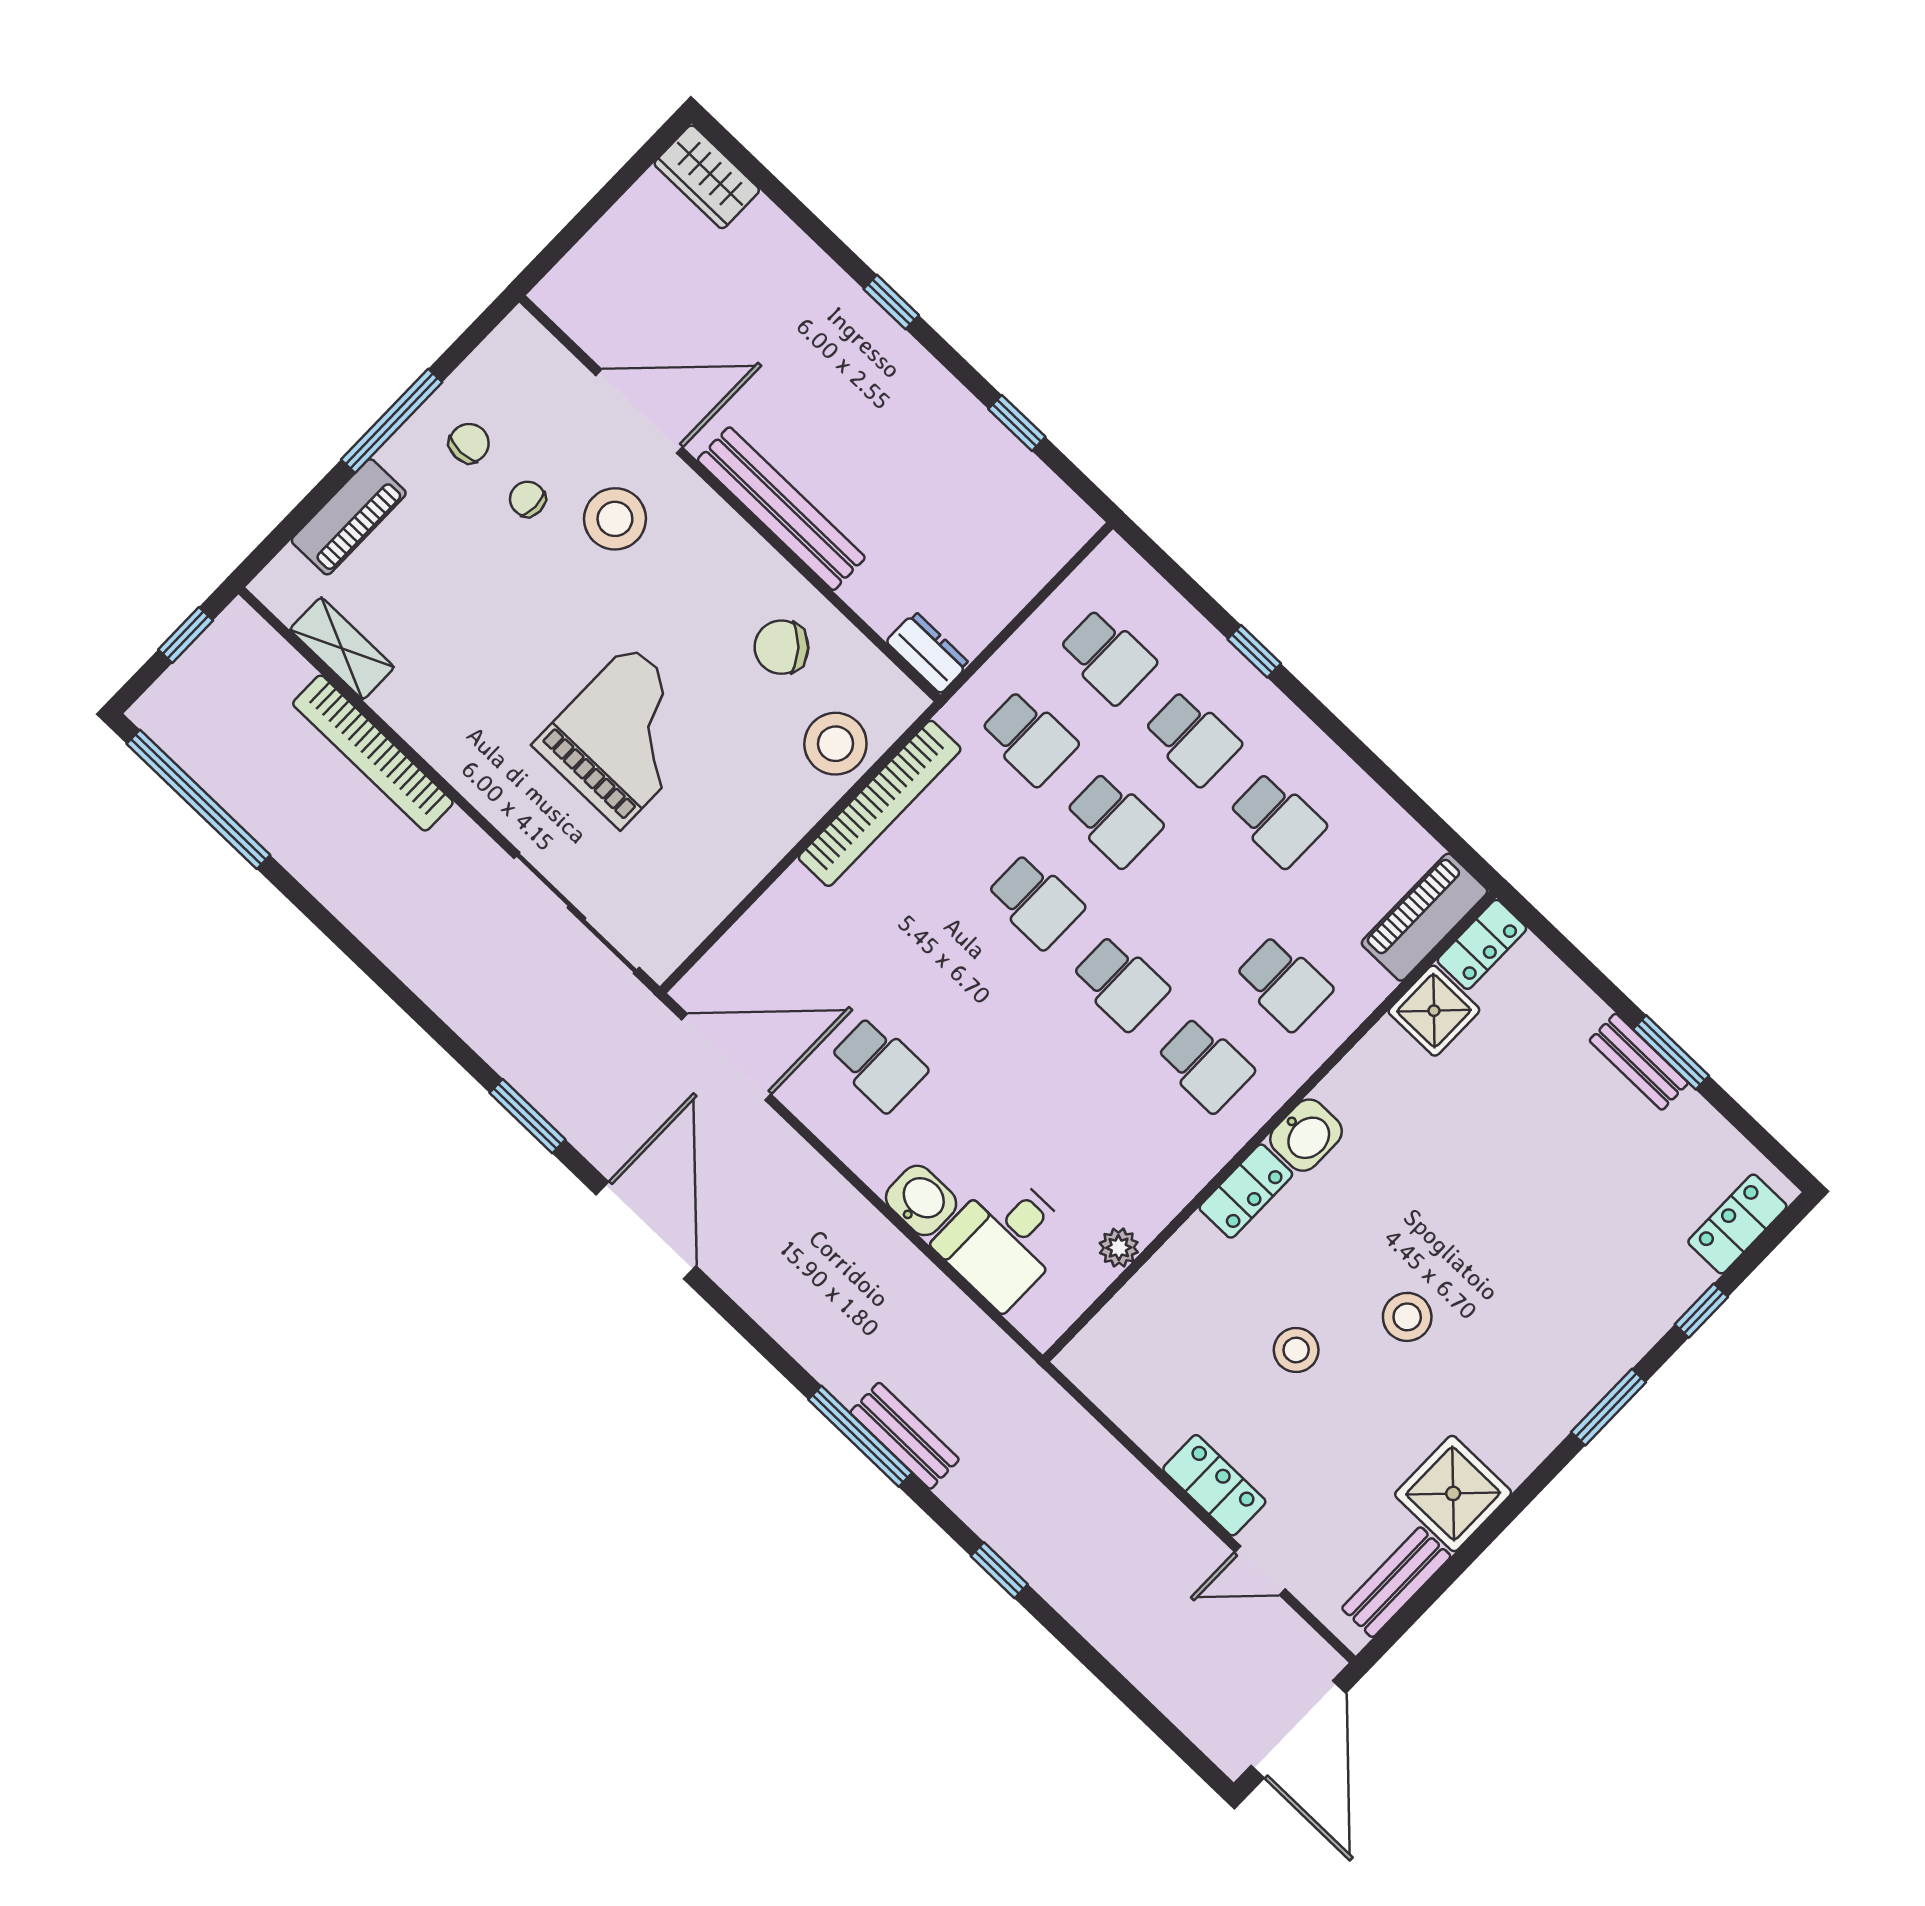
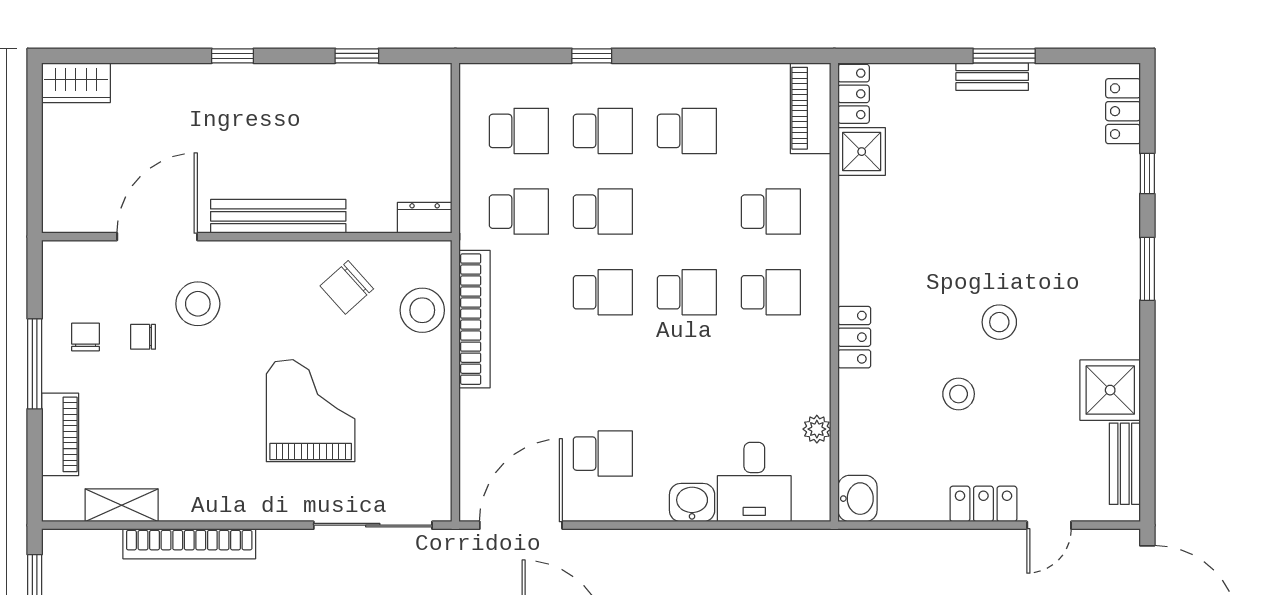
washbasin: (1306, 1135) -> (857, 499), moved

